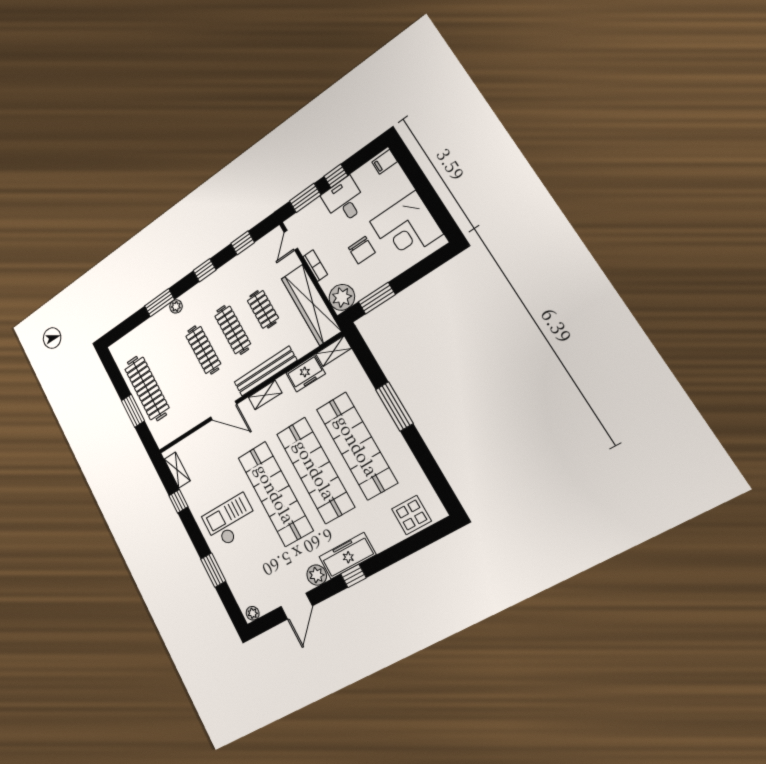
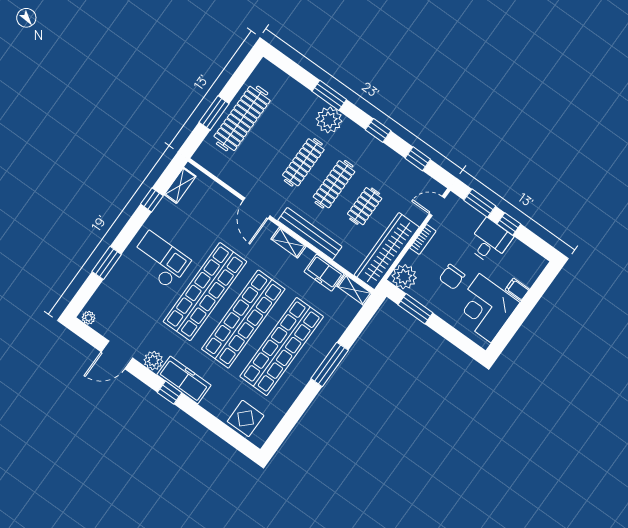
filing cabinet: (385, 162) -> (517, 289), moved
plant: (176, 306) -> (329, 120), width x1.88, depth x1.88

